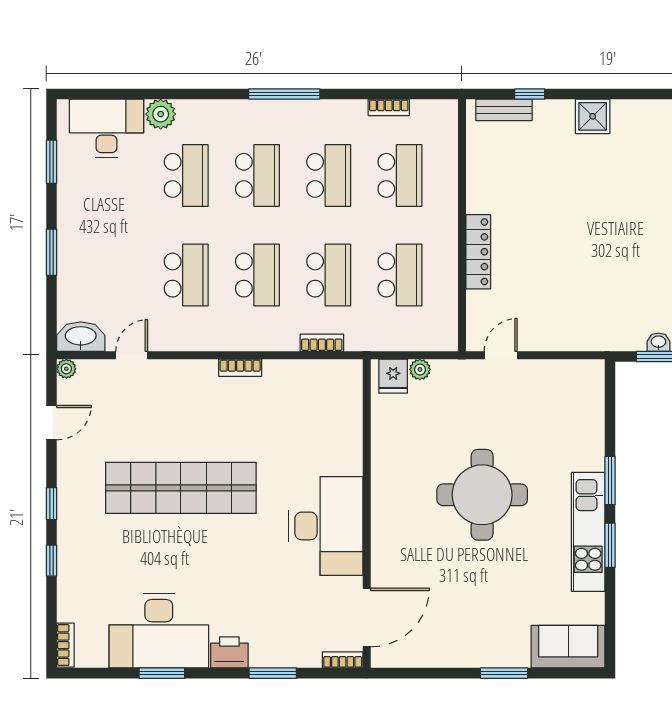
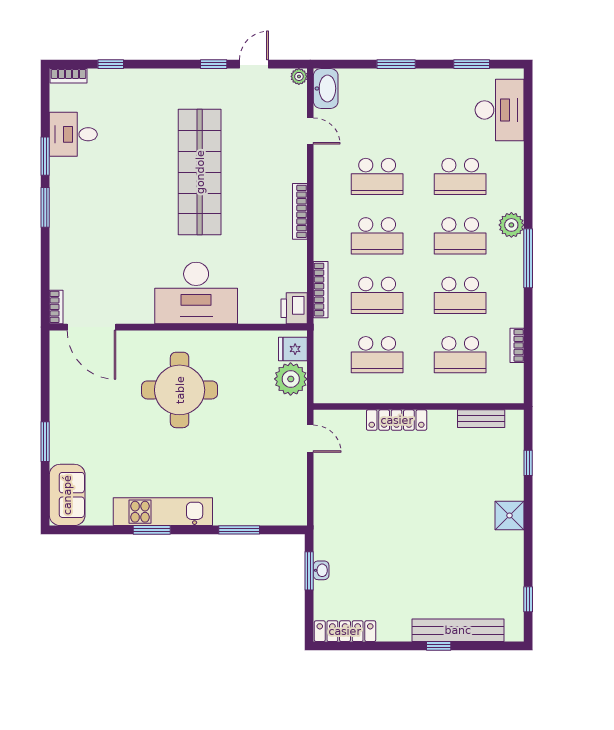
bench: (504, 110) -> (481, 419), moved, turned 90
plant: (161, 114) -> (511, 225), moved
bookcase: (322, 343) -> (321, 290), width x1.56
bookcase: (240, 368) -> (300, 211), width x1.56
plant: (420, 369) -> (291, 379), width x1.88, depth x1.88
door: (51, 423) -> (254, 64), swing flipped
window: (610, 480) -> (239, 530), moved
round table: (482, 495) -> (180, 390), moved
window: (51, 504) -> (214, 64), moved
desk: (326, 526) -> (196, 293), moved
window: (51, 561) -> (111, 64), moved
desk: (159, 631) -> (73, 134), width x0.53, depth x0.77
printer: (229, 652) -> (294, 308), moved, turned 180
window: (273, 673) -> (45, 207), moved

